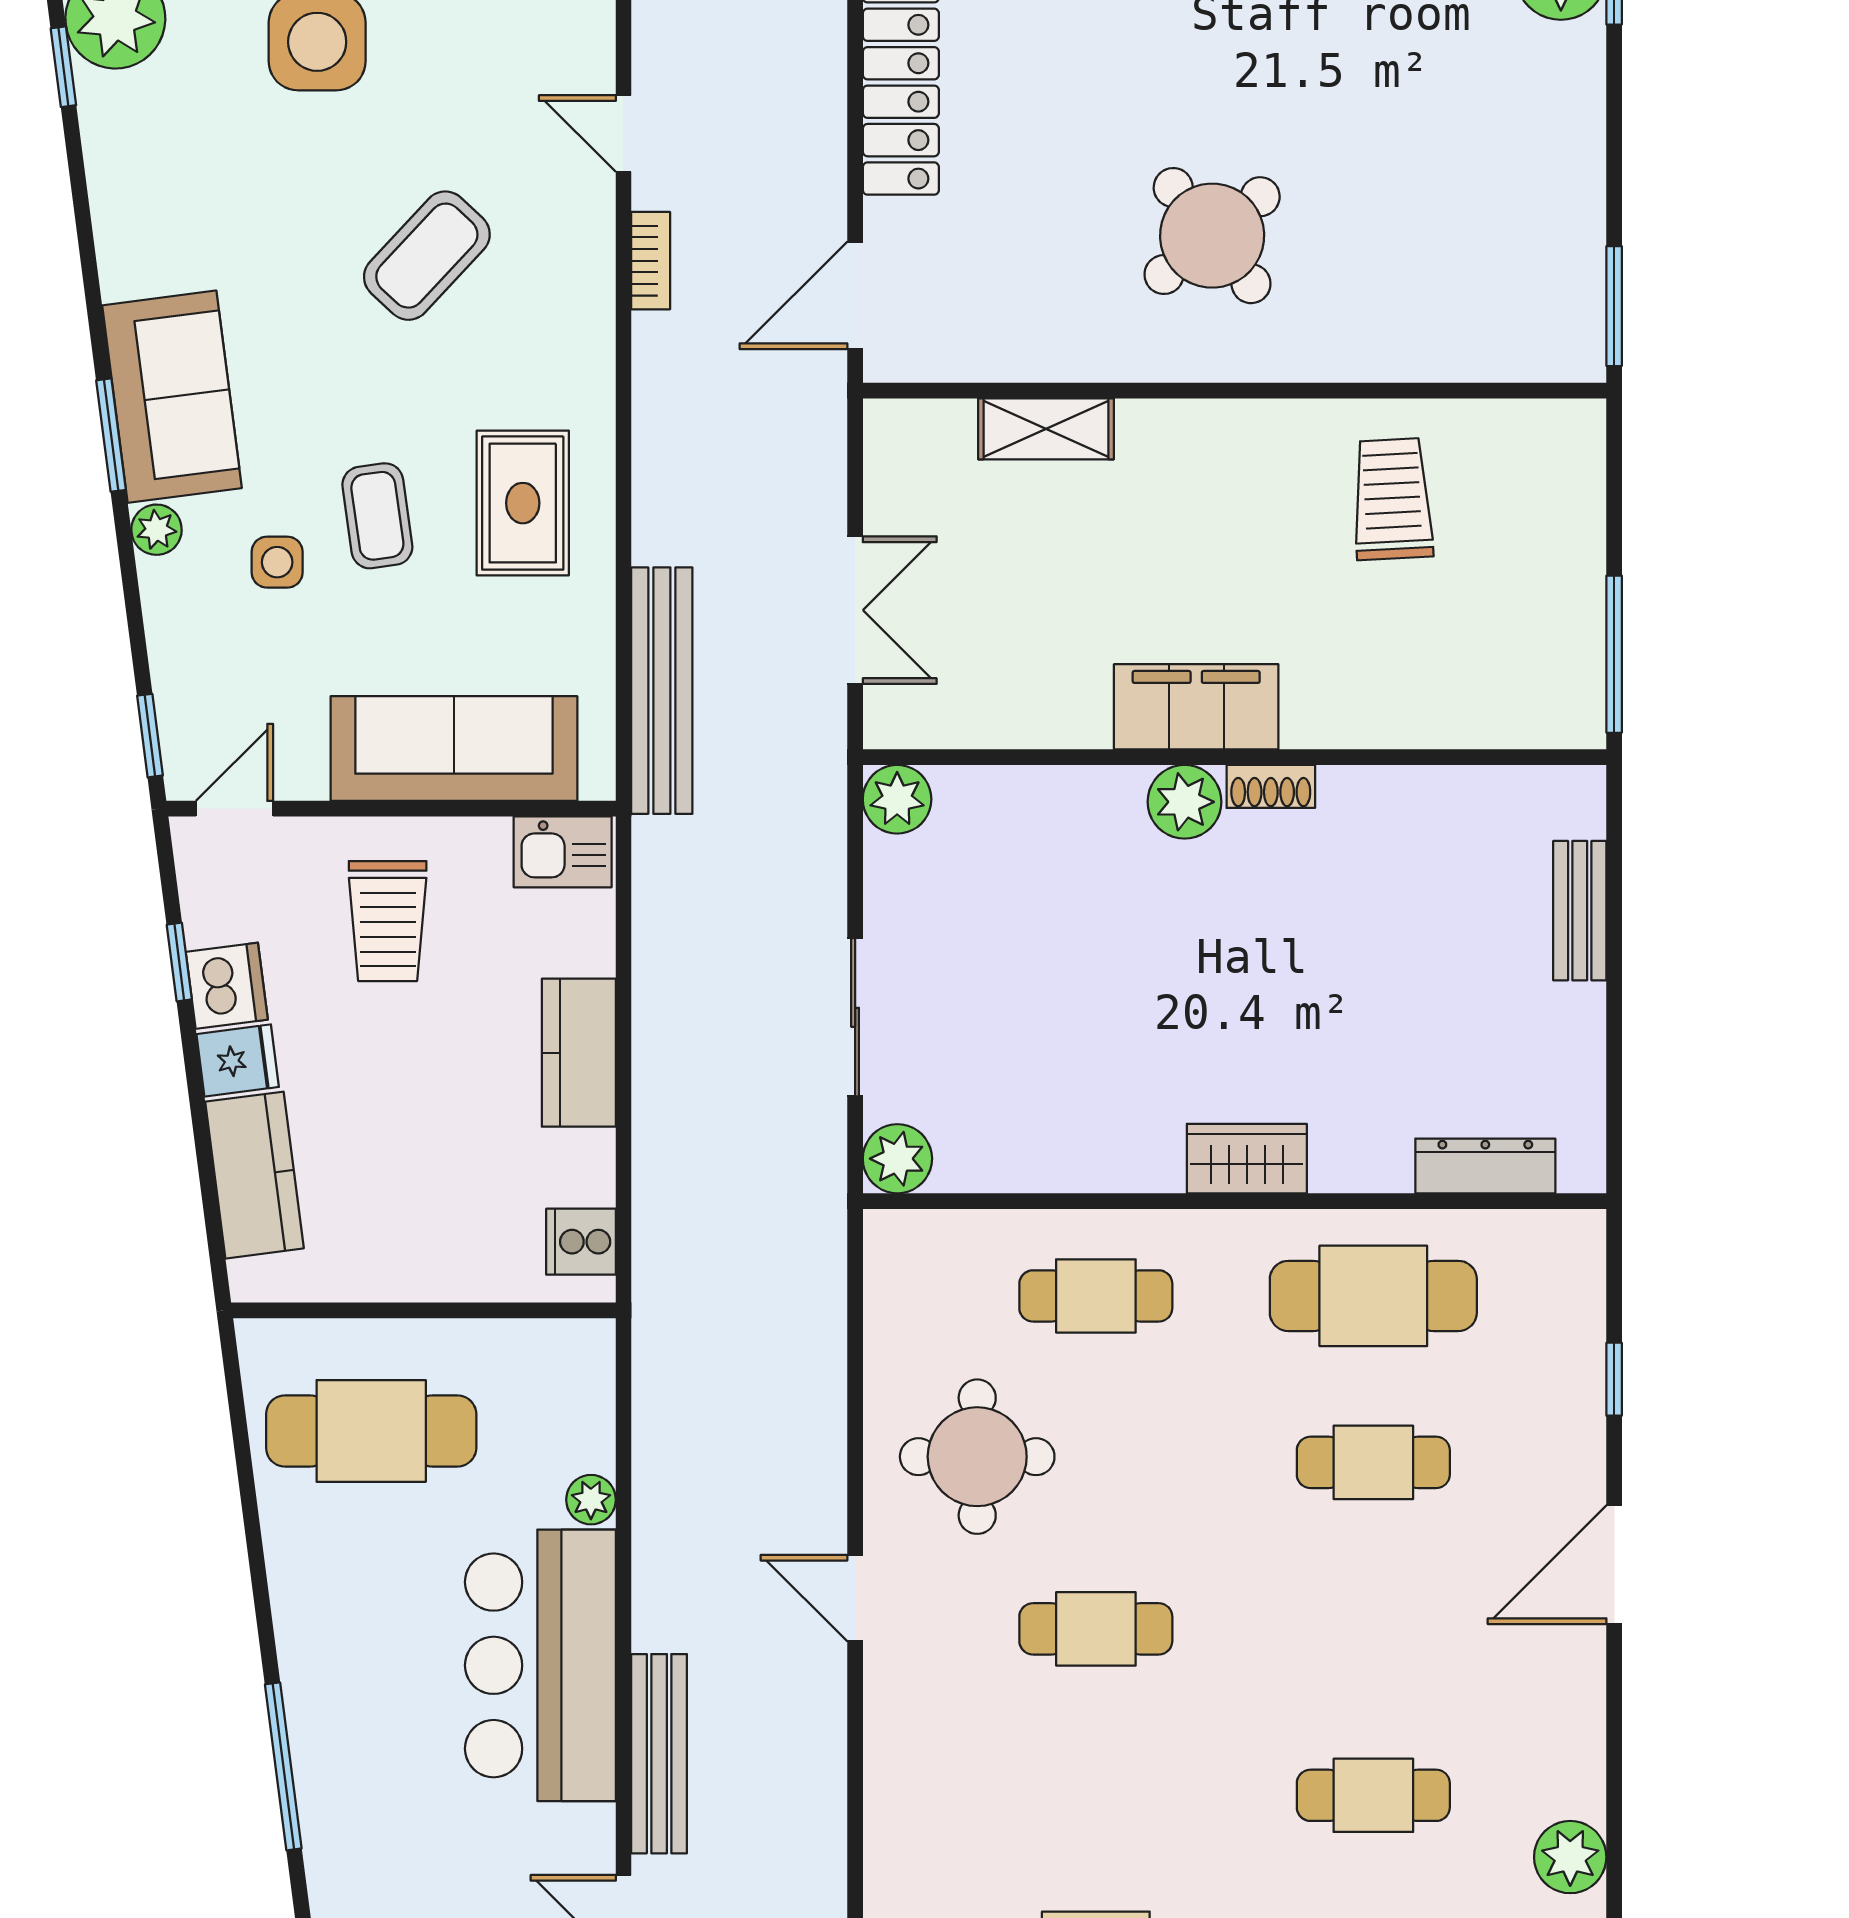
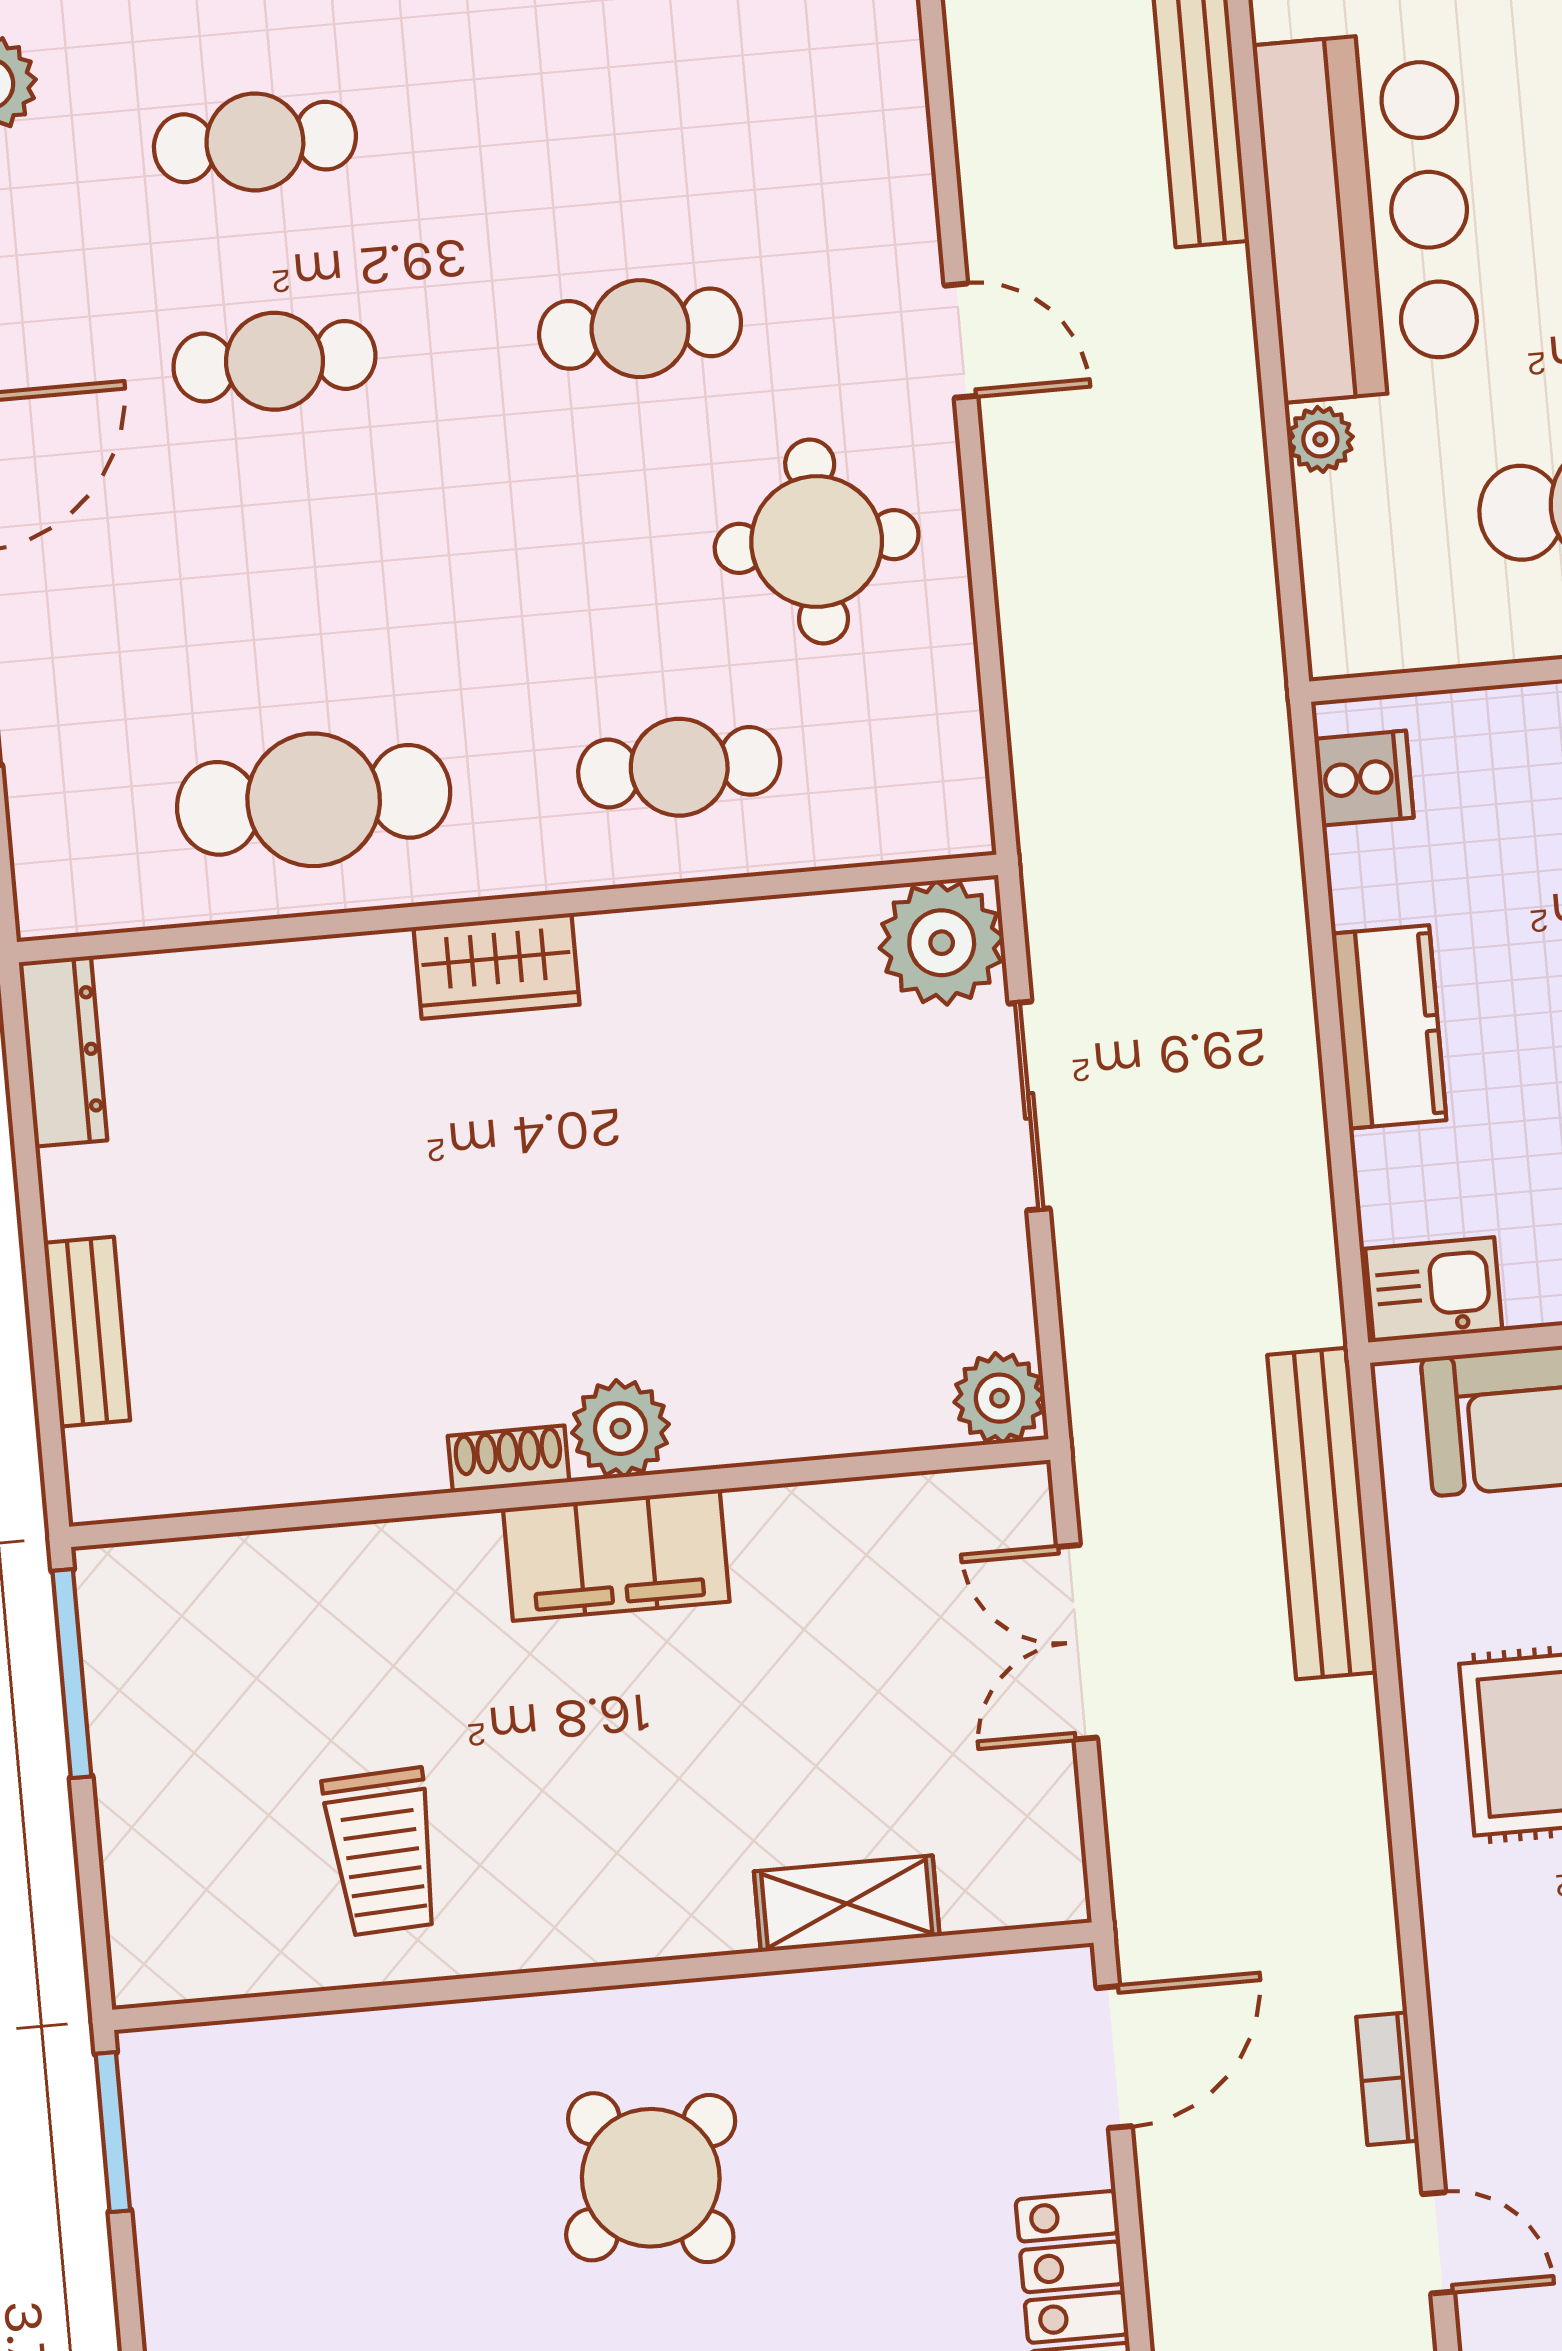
plant: (897, 1159) -> (942, 943), width x1.36, depth x1.36
dresser: (1485, 1166) -> (63, 1051), moved, turned -90
cafe table: (1373, 1462) -> (274, 361), moved

